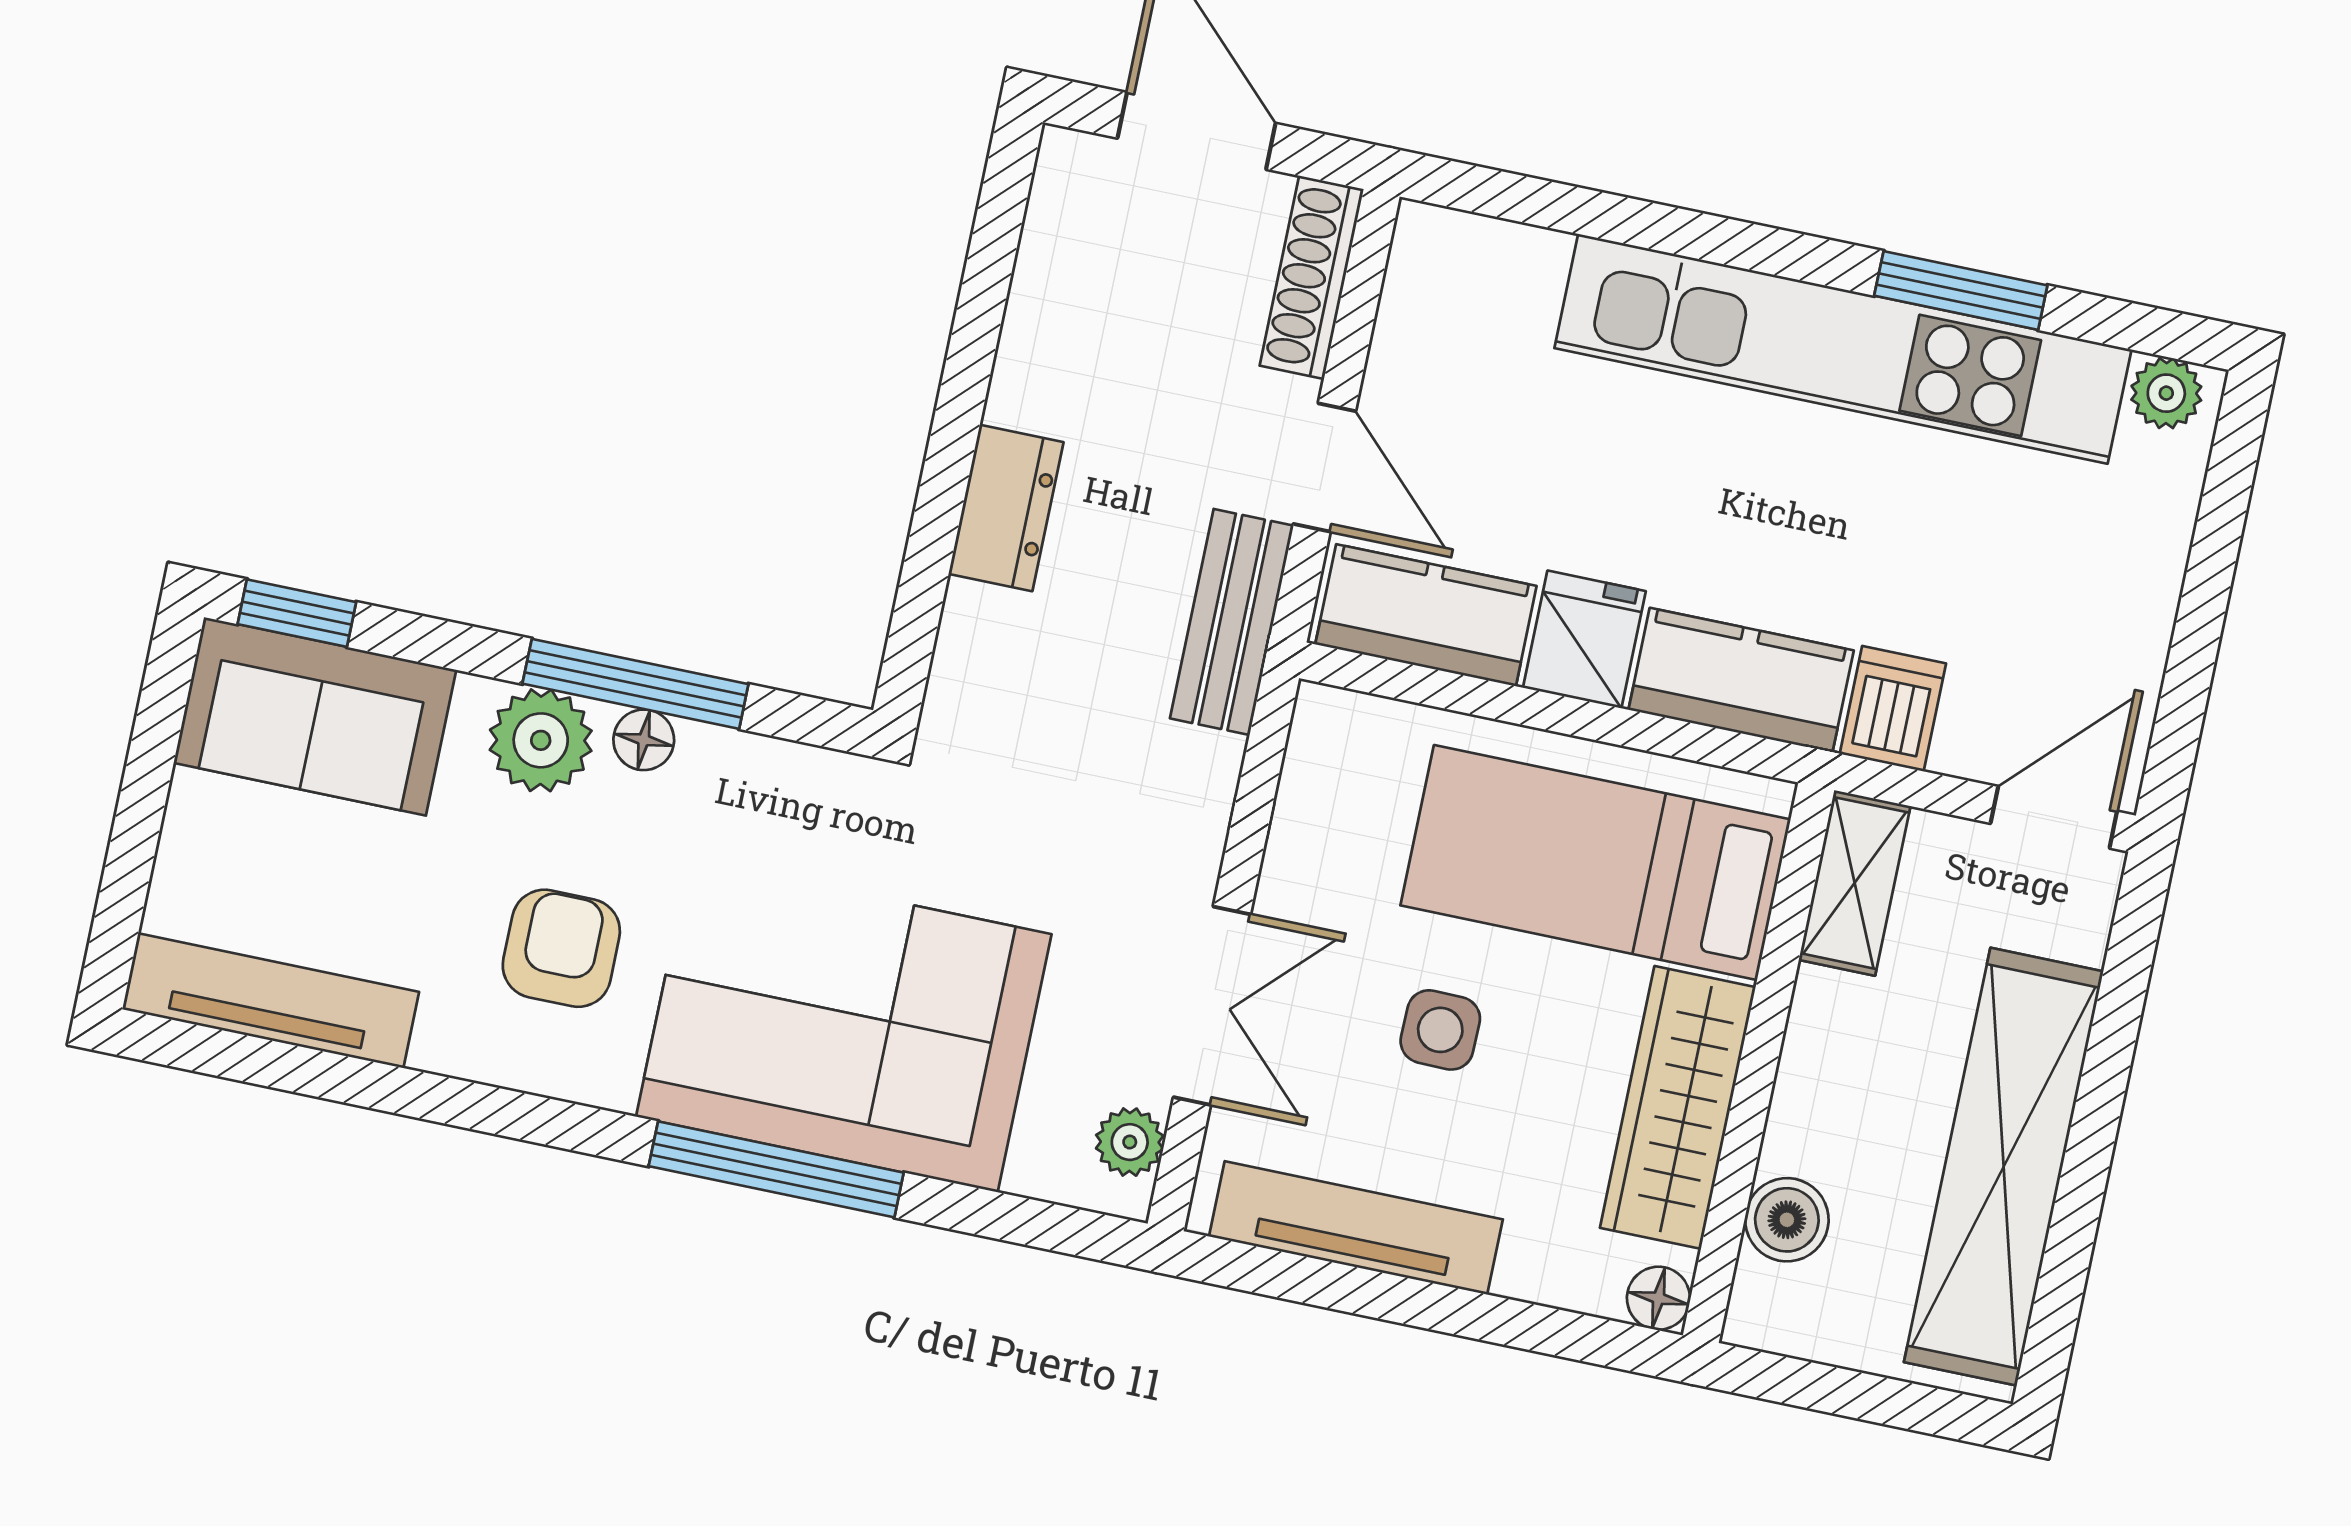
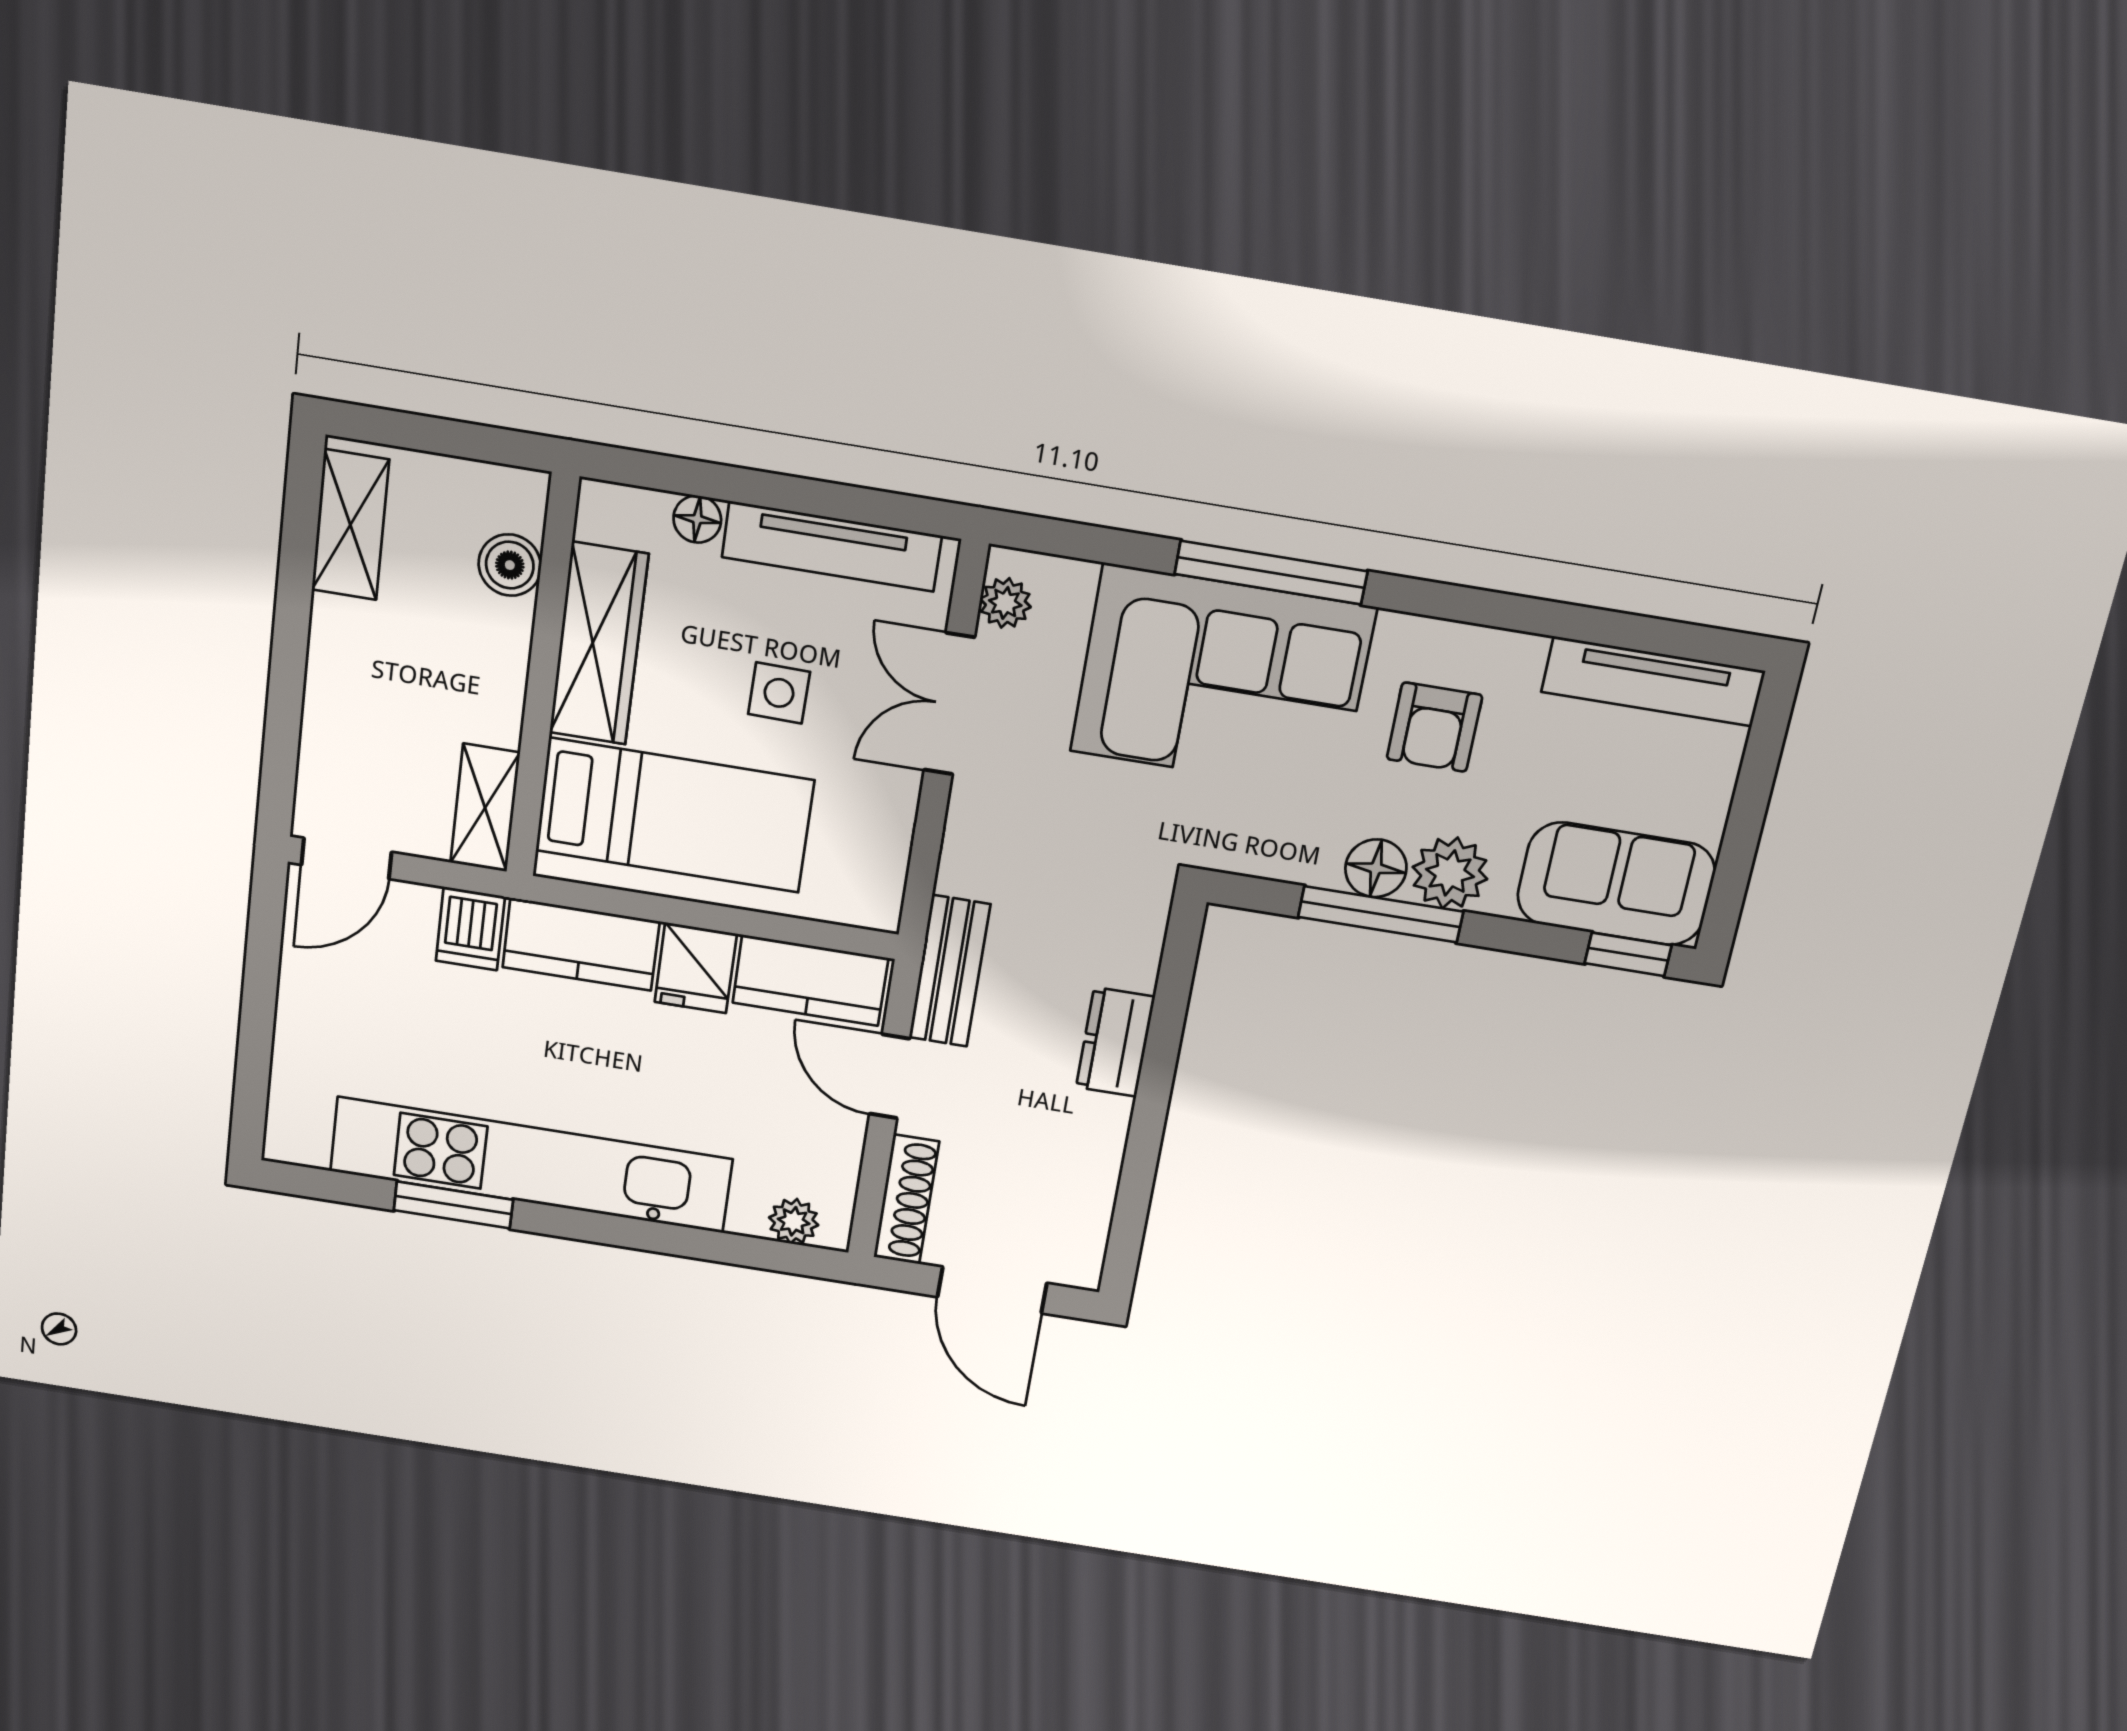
plant: (2166, 393) -> (794, 1221), moved
floor lamp: (644, 740) -> (1376, 868), width x1.37, depth x1.37
shelving: (2004, 1167) -> (350, 525), width x0.45, depth x0.75
floor lamp: (1658, 1298) -> (697, 519), moved

